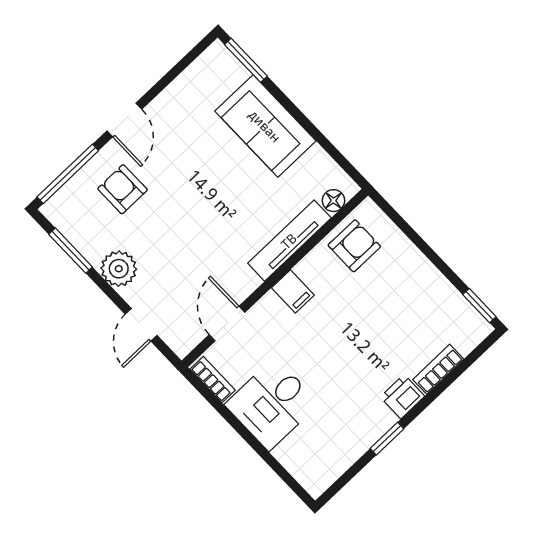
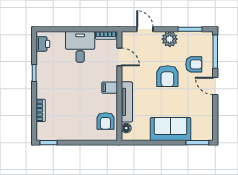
armchair: (183, 214) -> (167, 76), added
printer: (402, 397) -> (43, 44), moved

